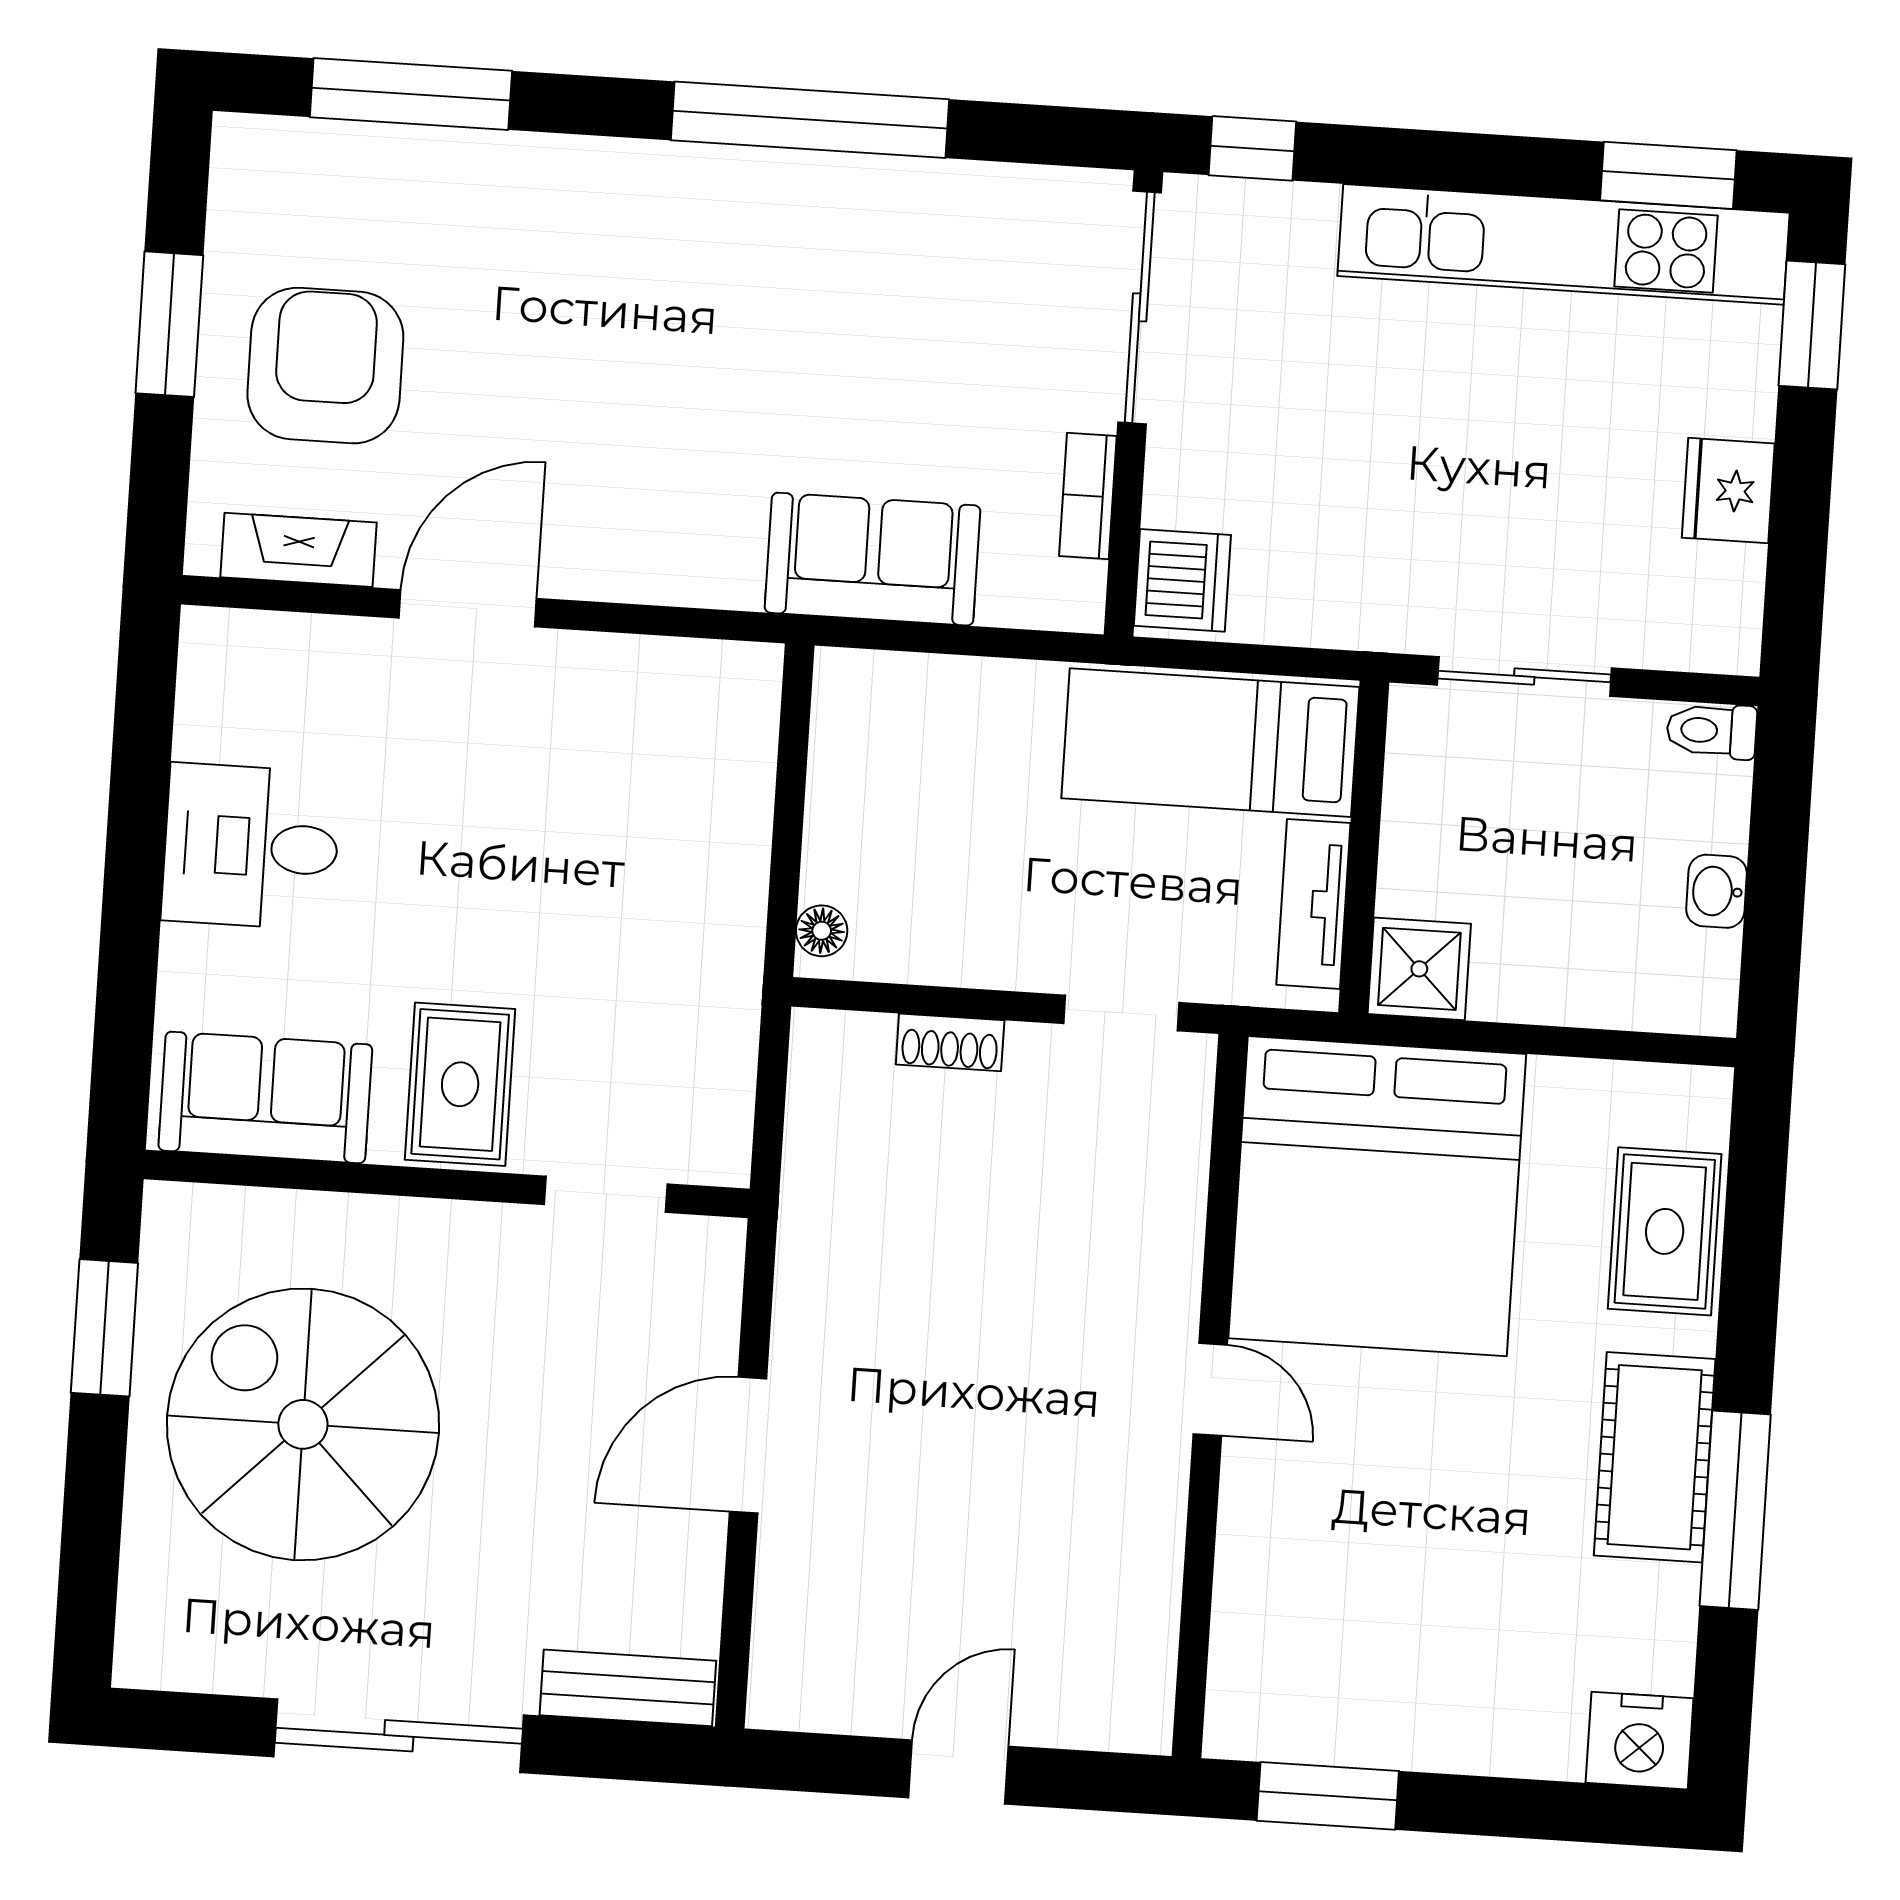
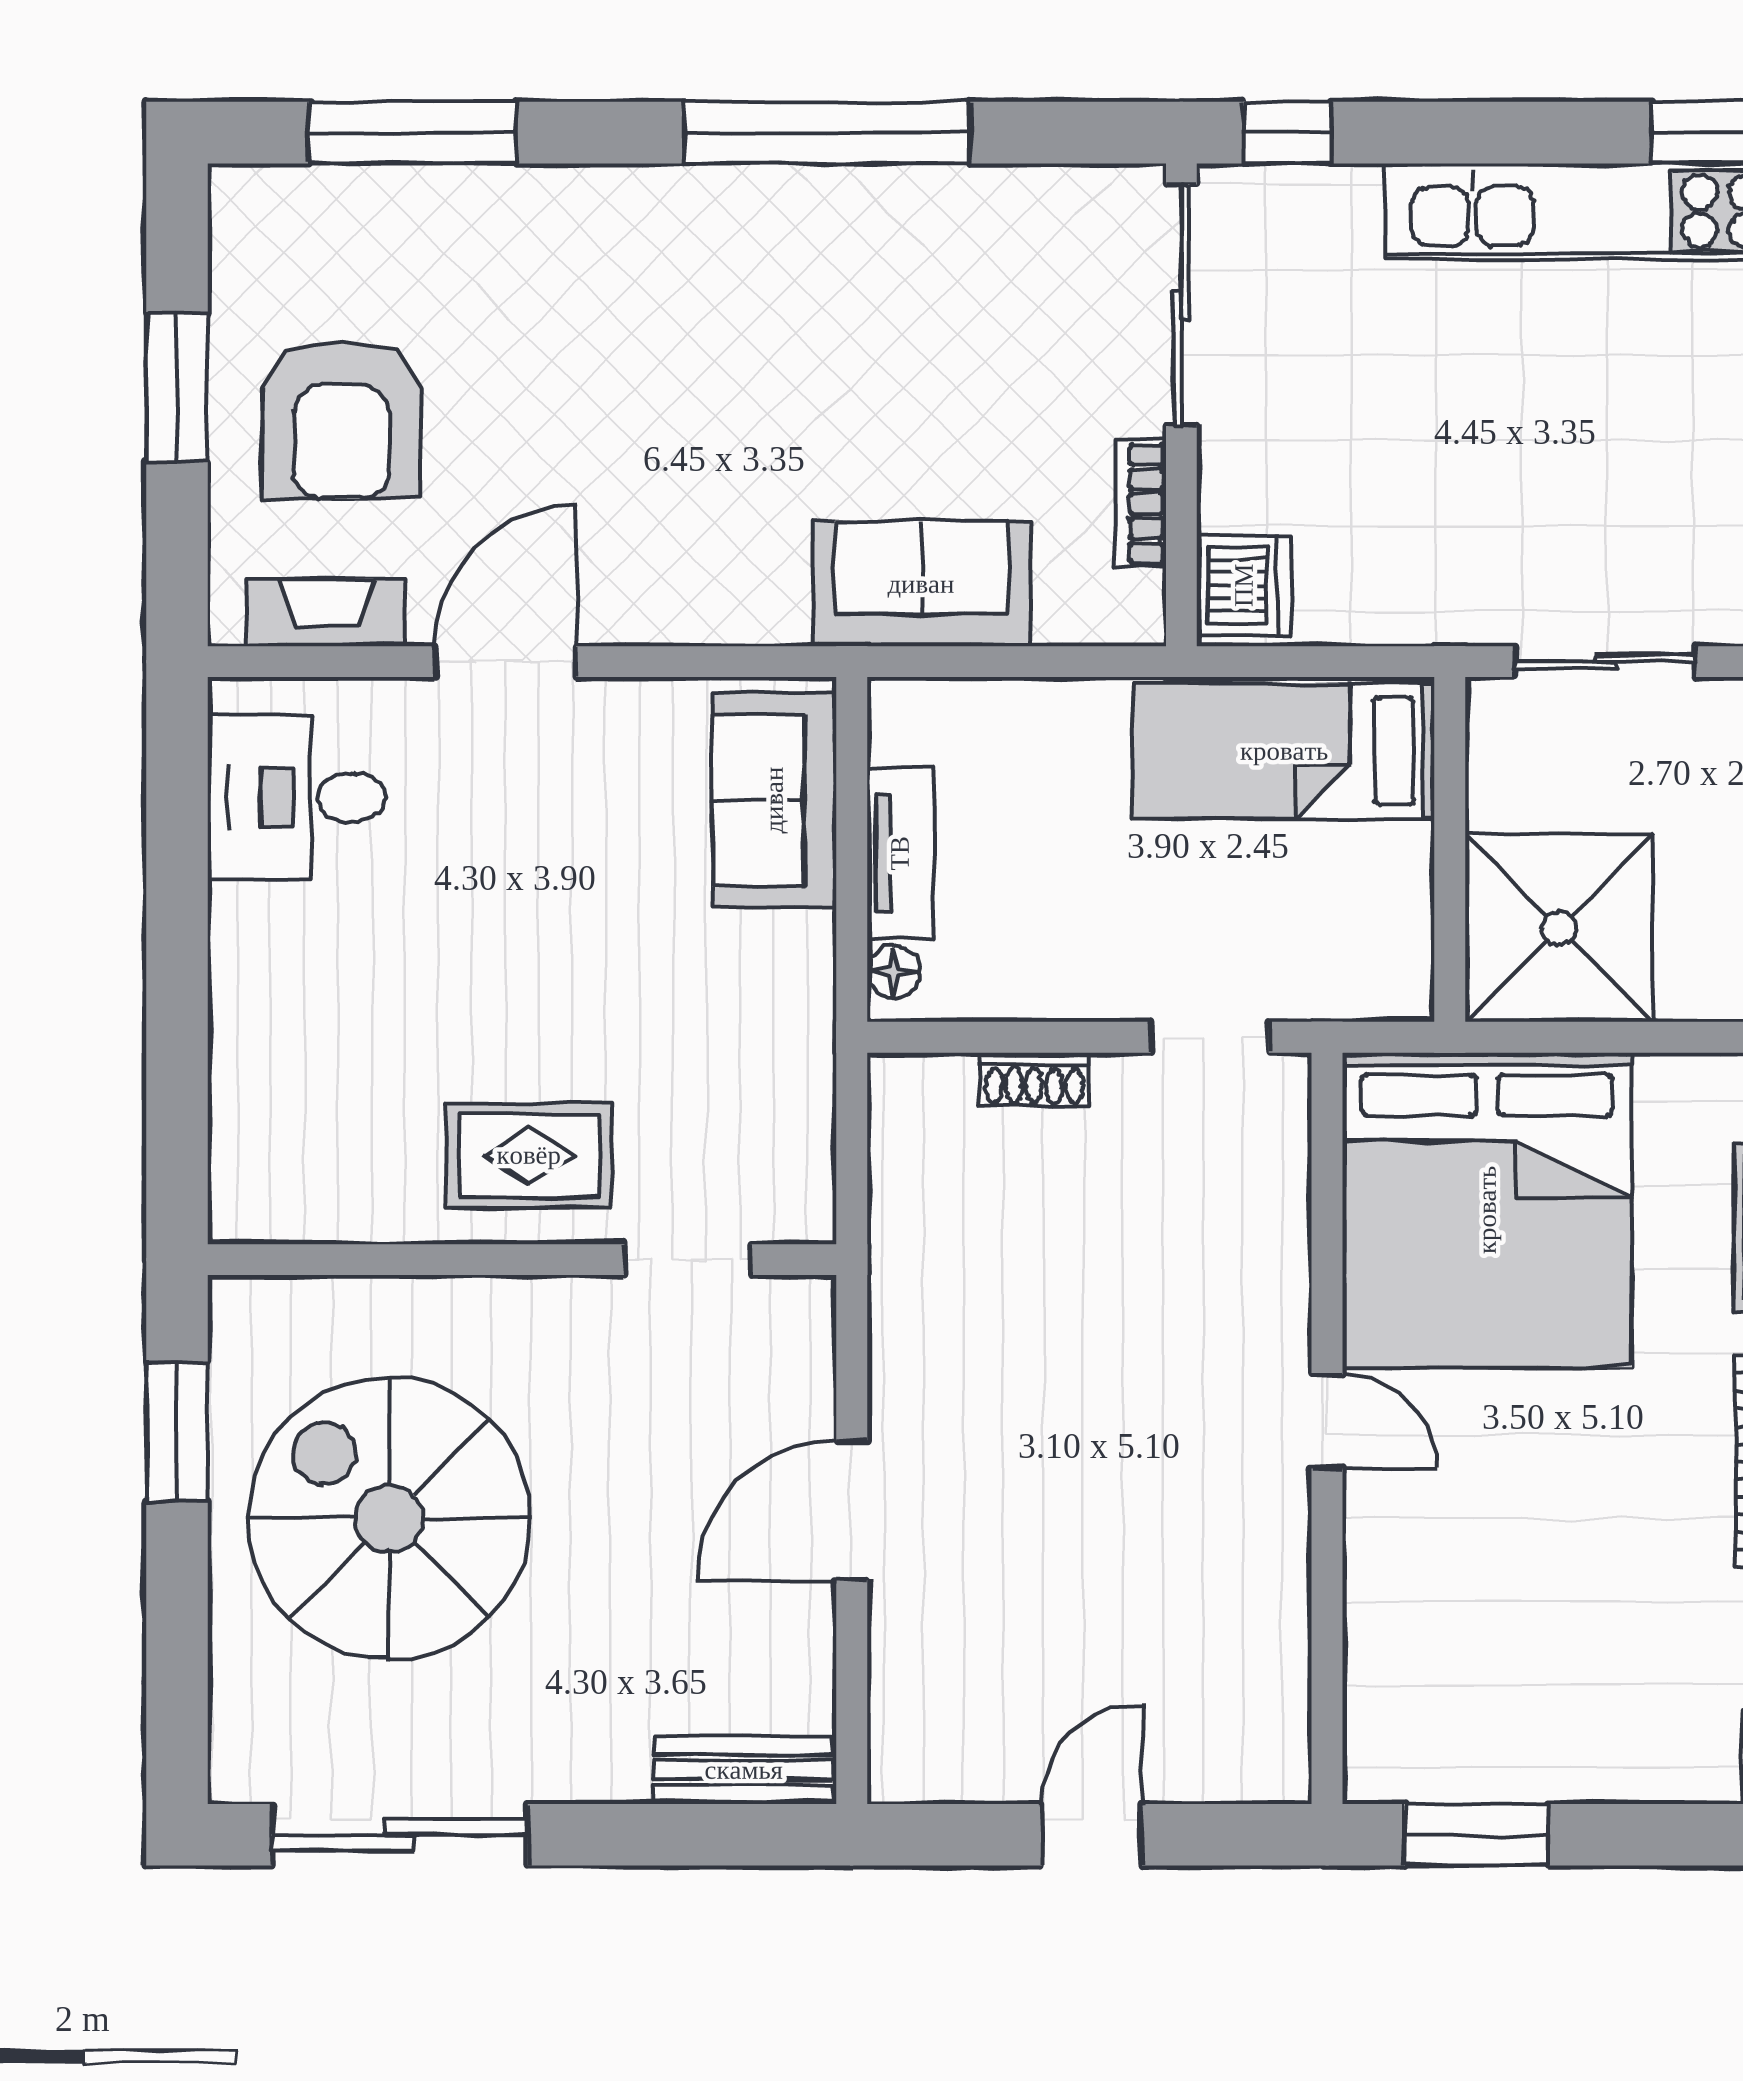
armchair: (325, 366) -> (341, 420), turned 180
desk: (251, 847) -> (297, 798), moved
tv unit: (1313, 904) -> (900, 853), moved, turned 180
shower: (1419, 969) -> (1559, 928), width x1.86, depth x1.86
rug: (460, 1084) -> (529, 1155), turned 90
sofa: (265, 1097) -> (774, 800), moved, turned -90
sliding door: (399, 1736) -> (400, 1835), moved

